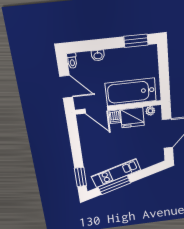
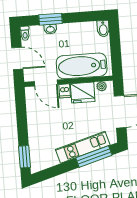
window: (136, 41) -> (50, 19), moved
bidet: (152, 53) -> (103, 29), added
kitchen unit: (116, 173) -> (83, 147), moved
window: (114, 185) -> (94, 157), moved

